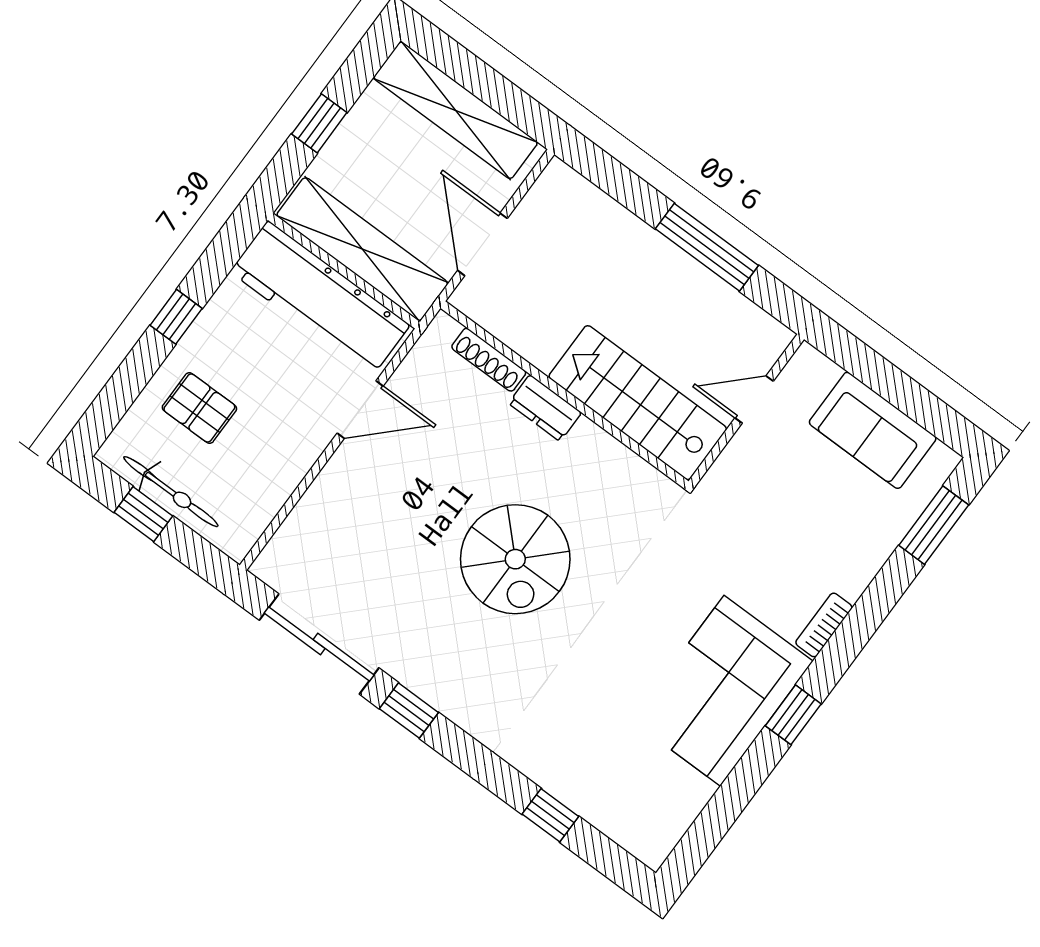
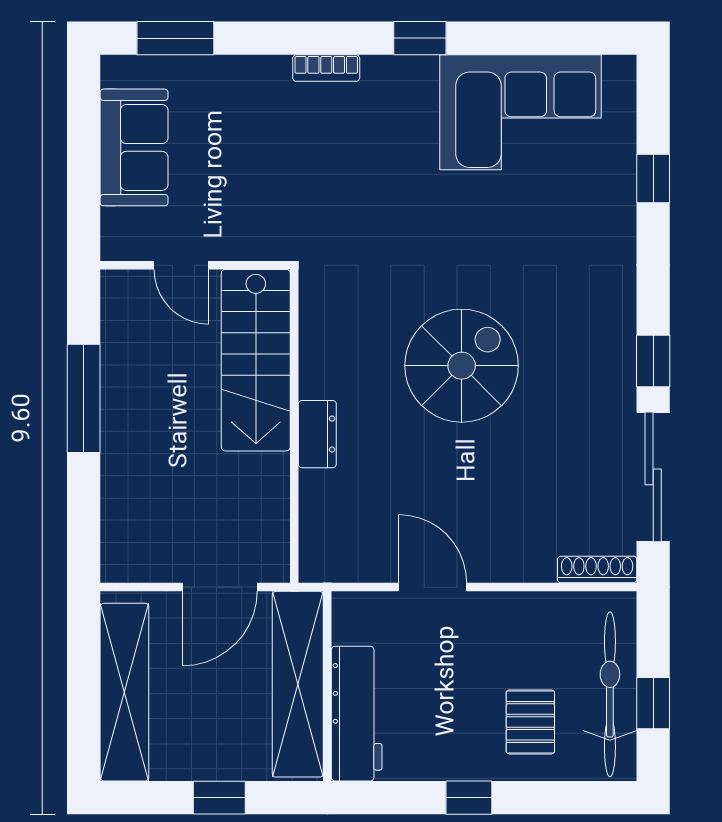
workbench: (320, 298) -> (357, 714), width x0.73, depth x0.76
shoe rack: (489, 360) -> (597, 569), moved, turned -90
bicycle: (171, 492) -> (610, 694), width x1.37, depth x1.40
corner sofa: (722, 691) -> (520, 112), moved

